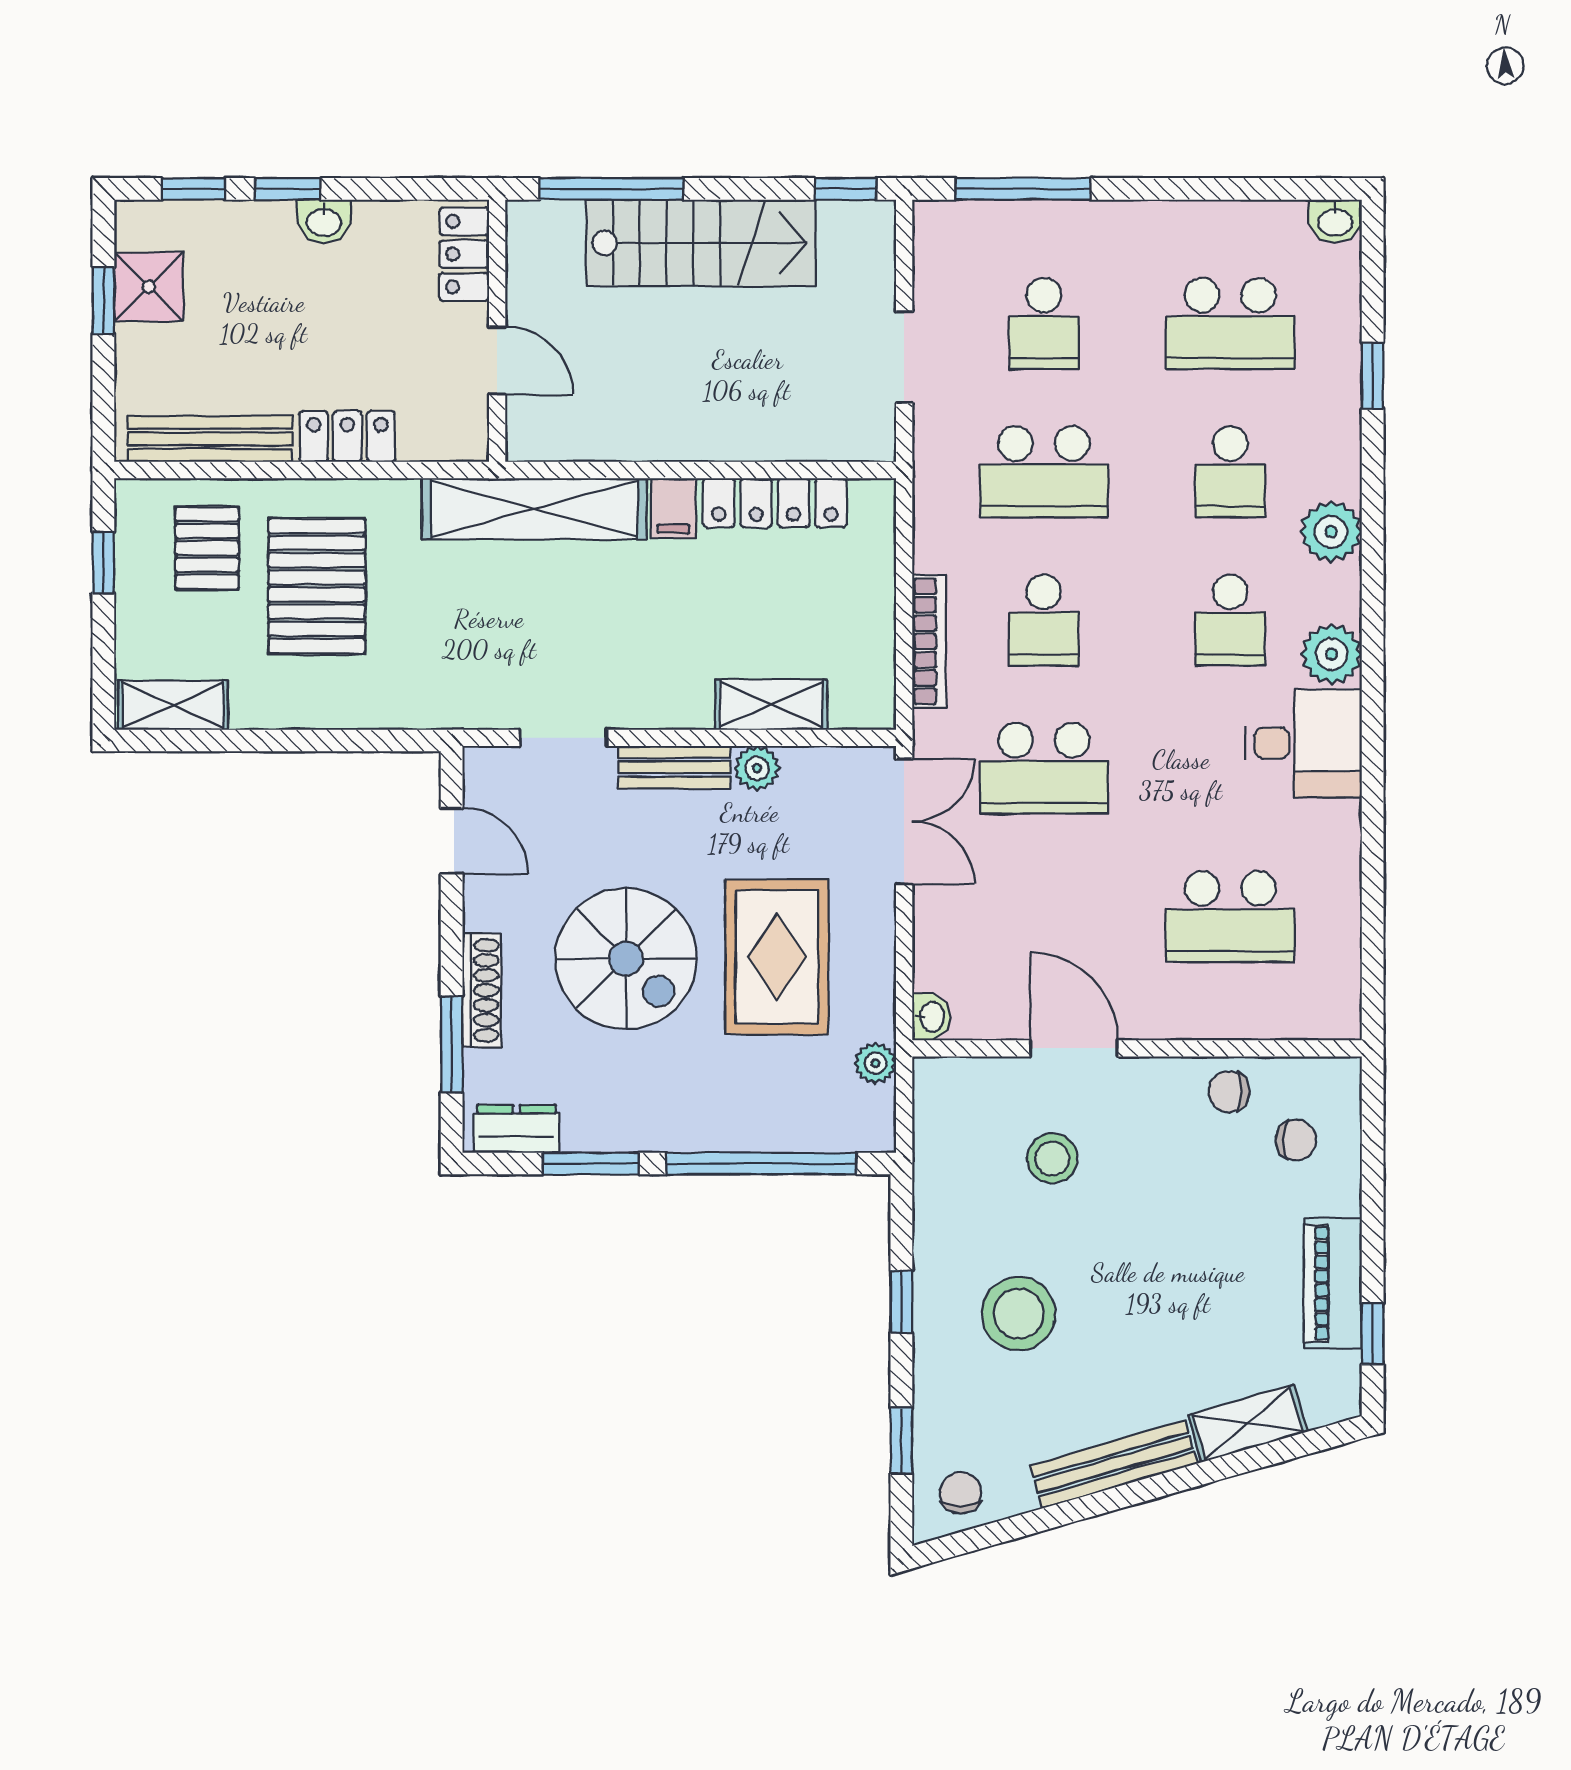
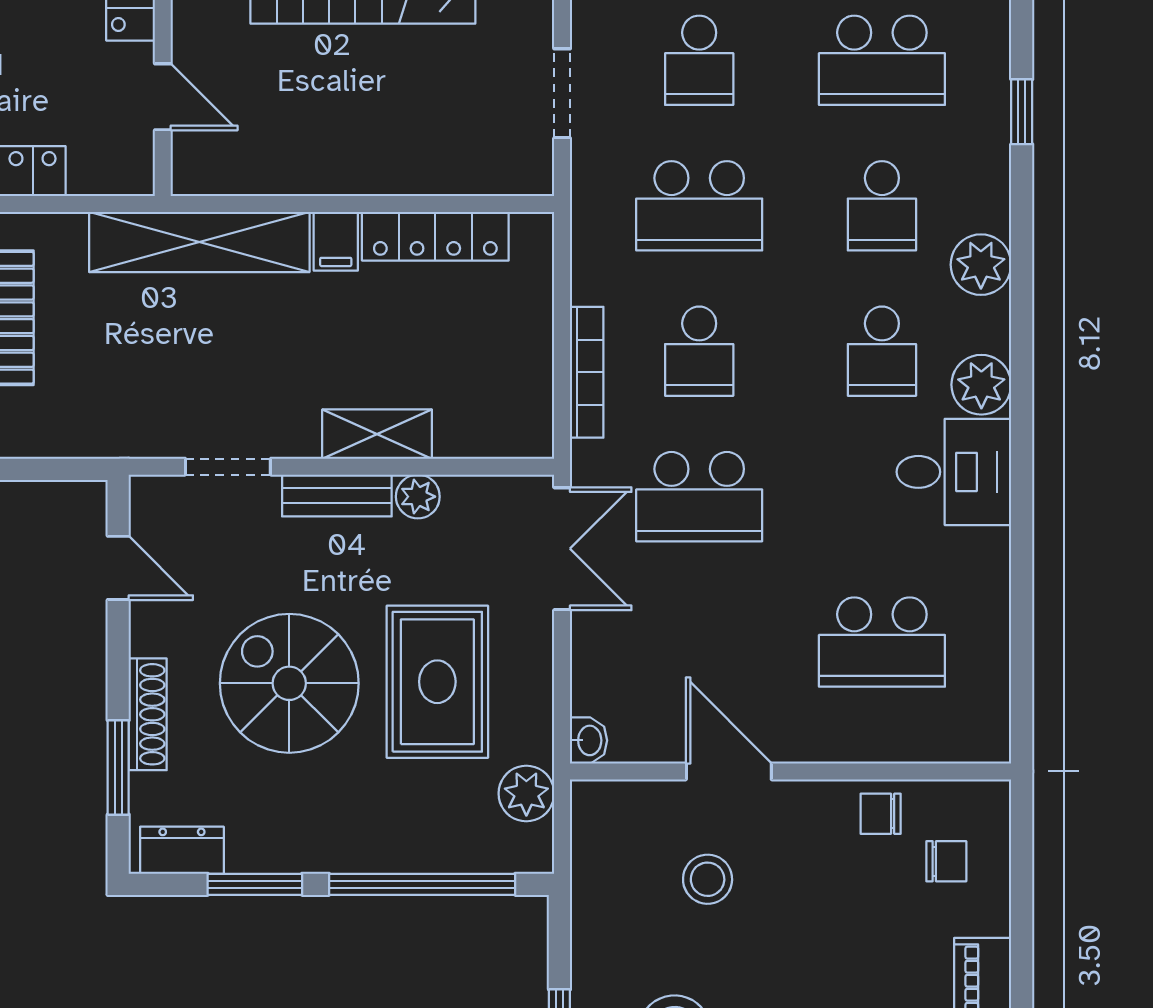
shelving: (771, 705) -> (377, 434), moved
spiral stairs: (626, 959) -> (289, 683), turned 180
plant: (875, 1063) -> (526, 793), width x1.38, depth x1.38

